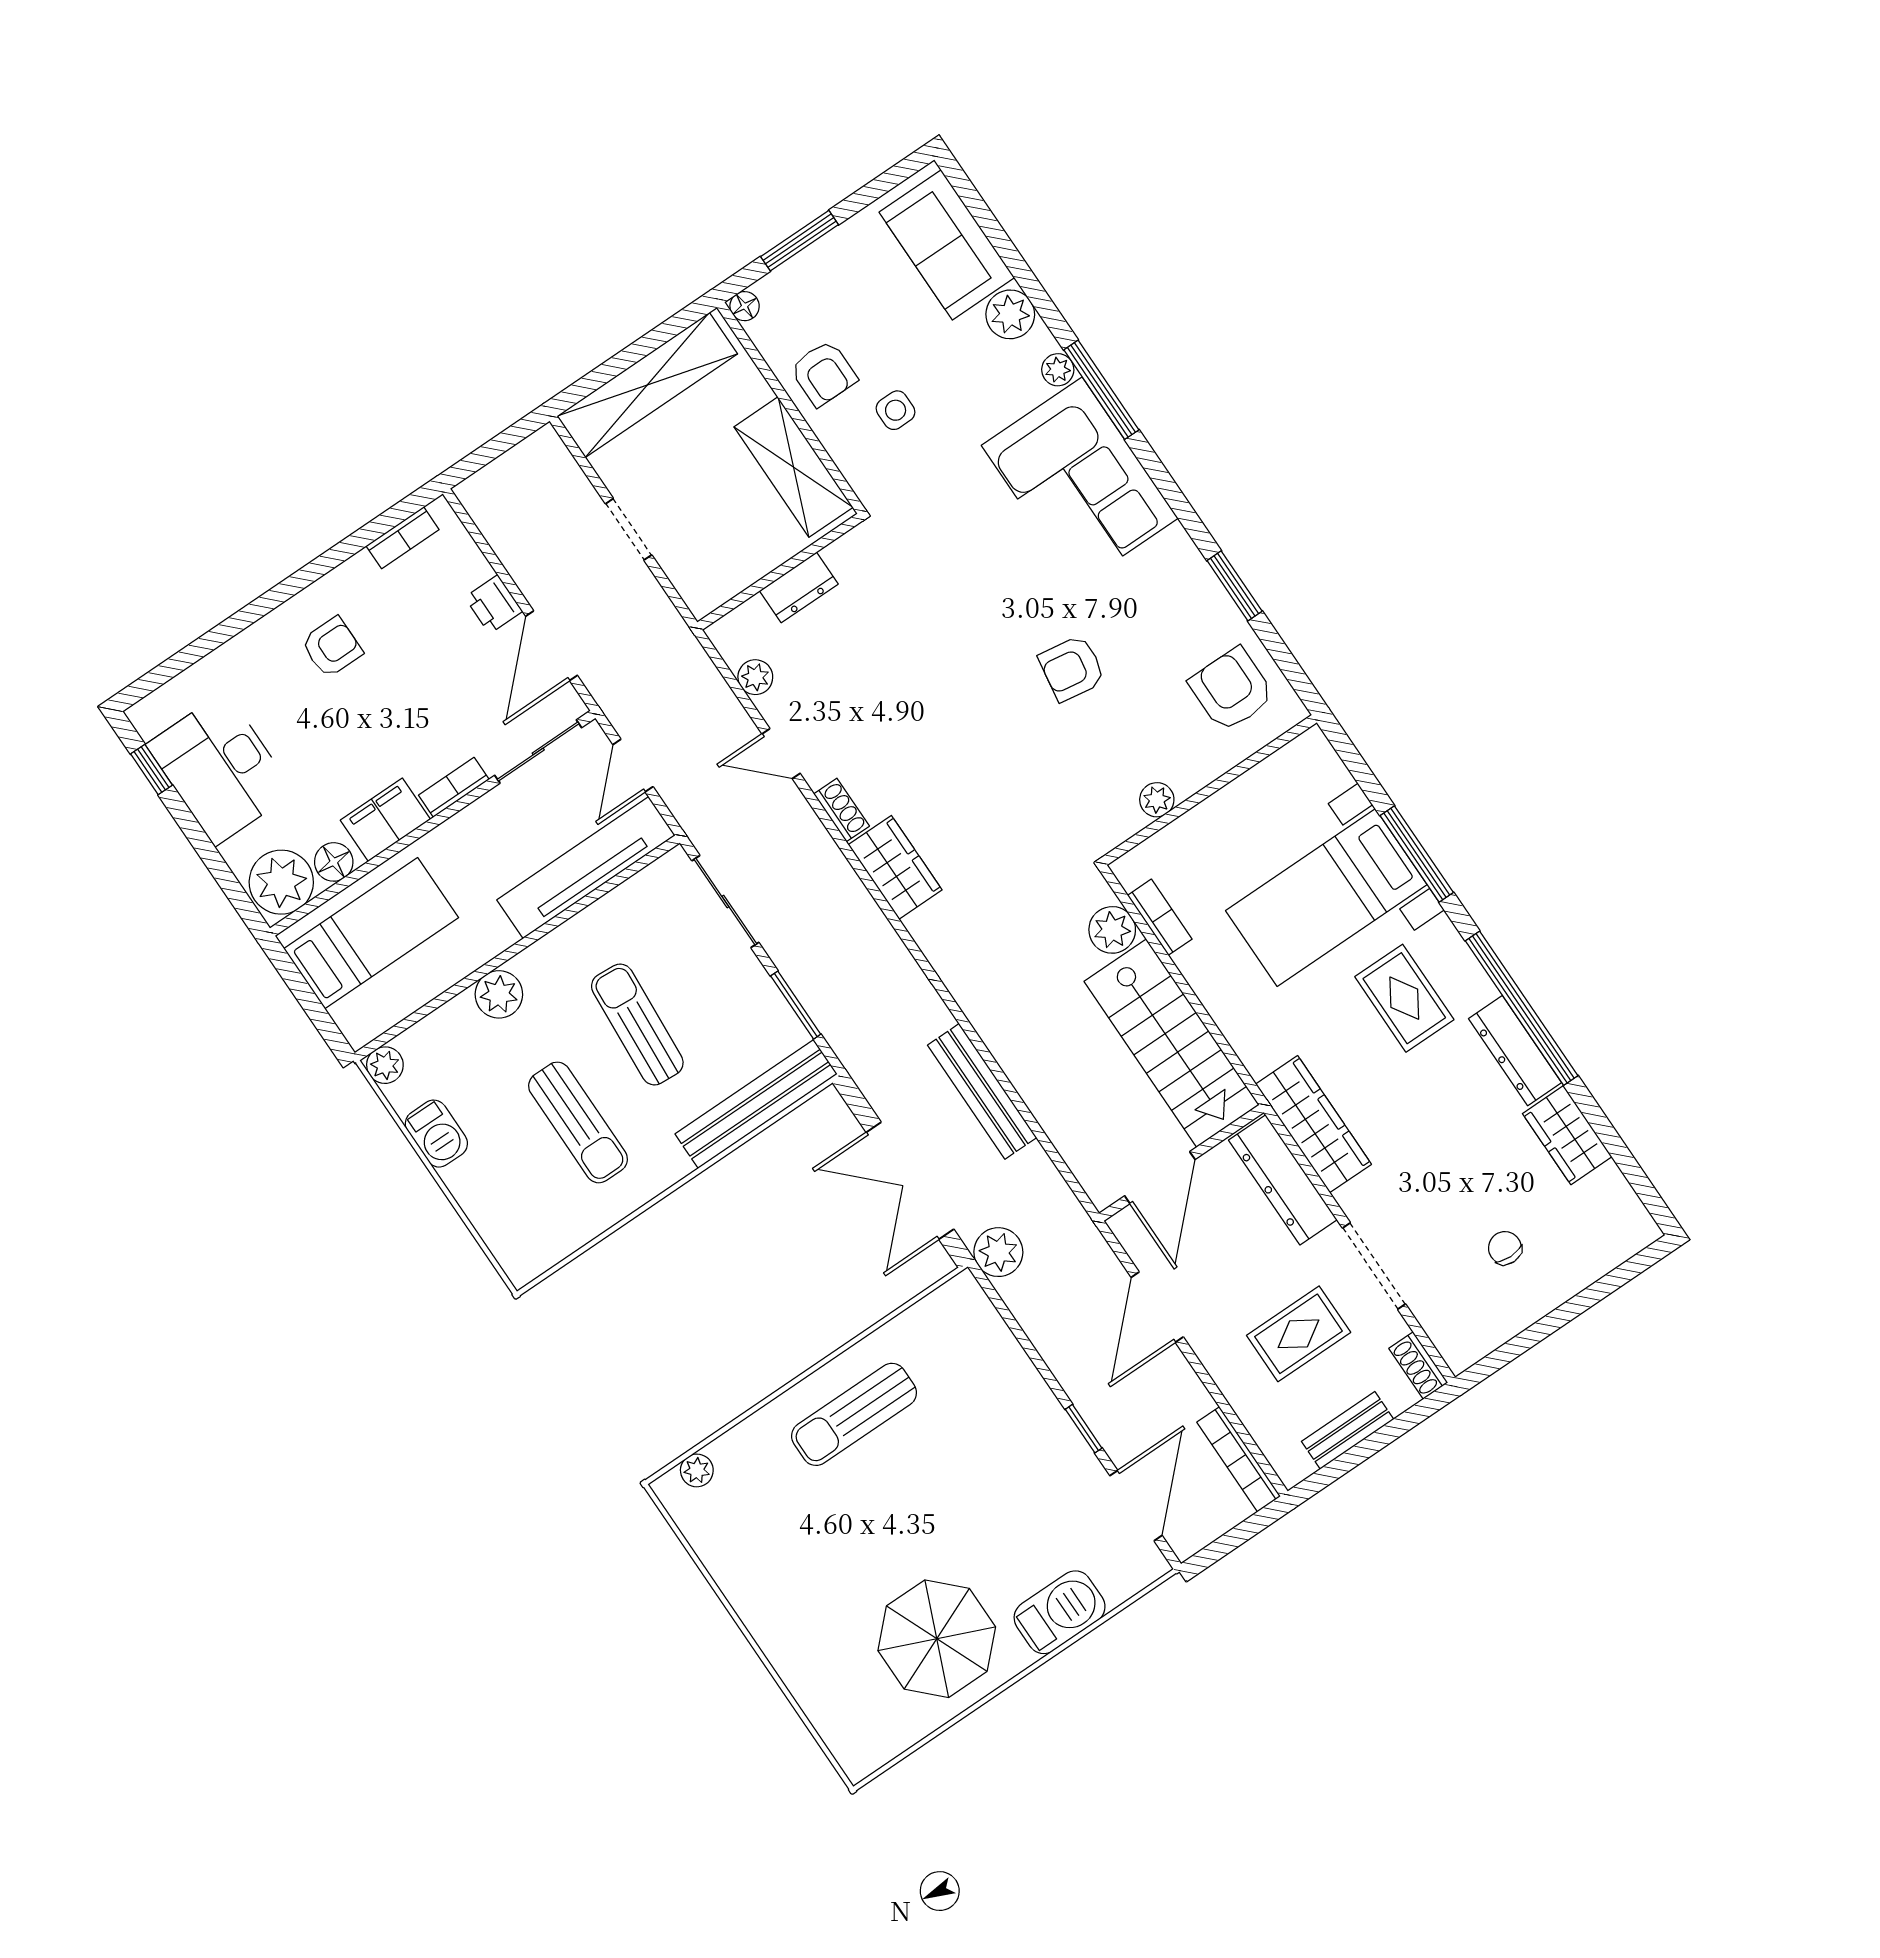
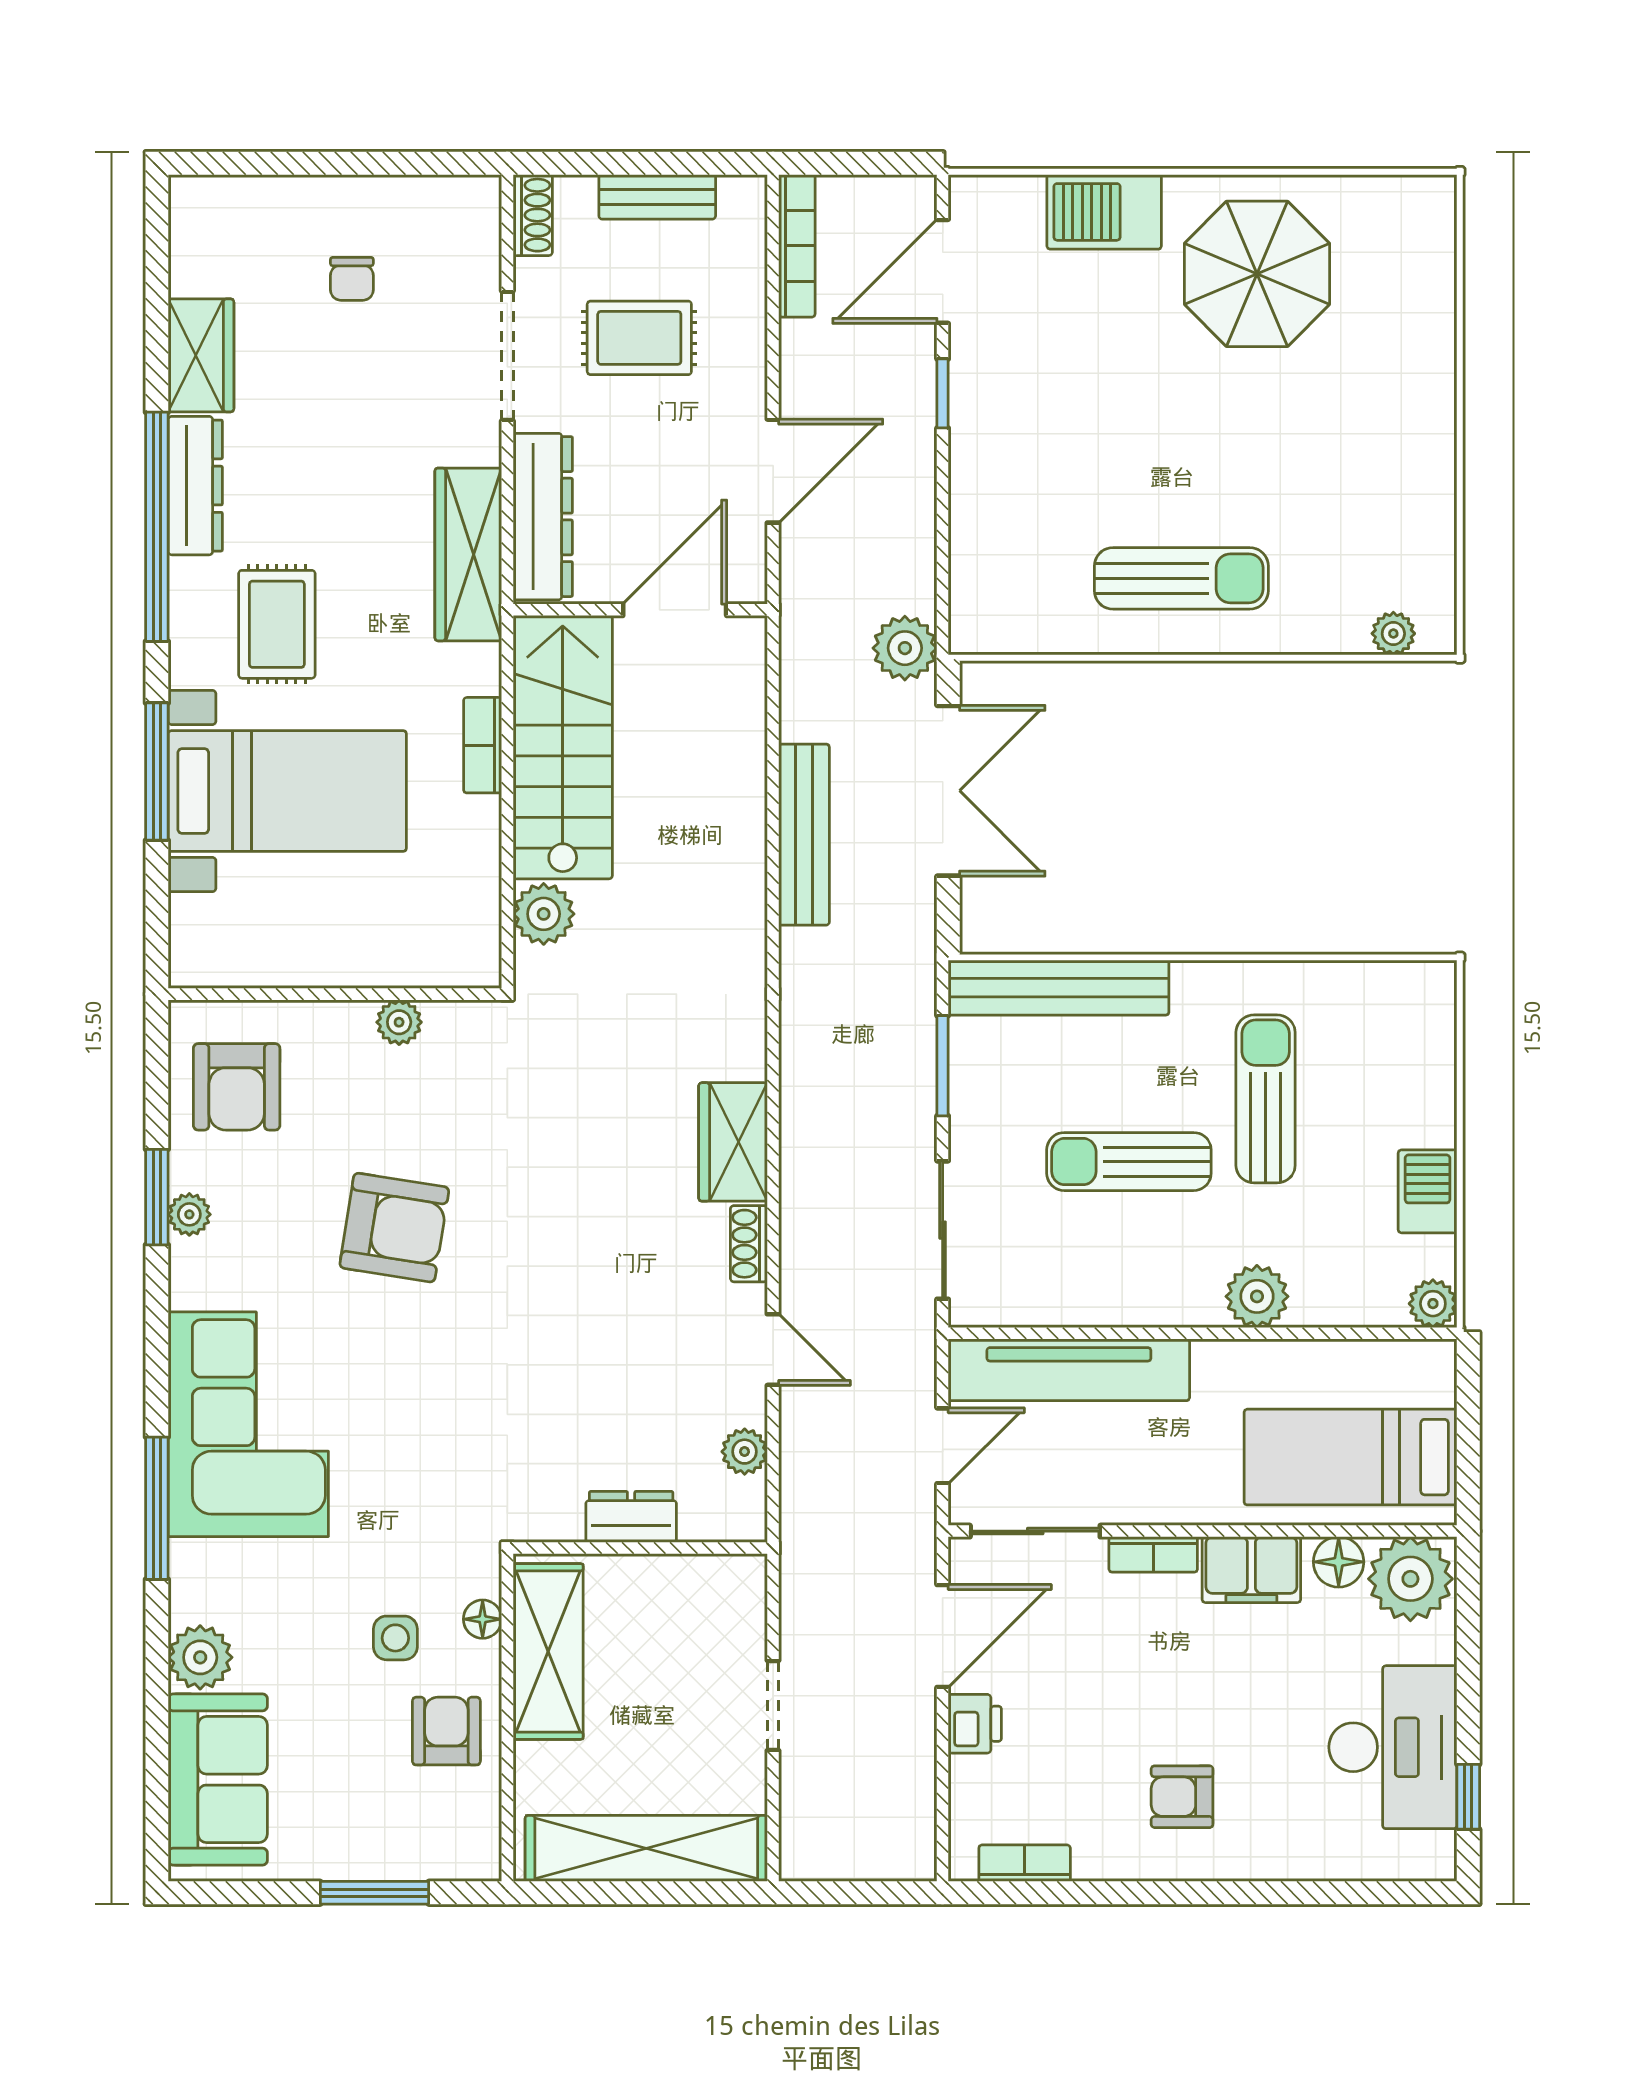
floor lamp: (745, 306) -> (483, 1619), moved
plant: (1058, 370) -> (189, 1214), moved
armchair: (1072, 668) -> (394, 1228), width x1.38, depth x1.38
bookcase: (1160, 917) -> (483, 745), moved
sun lounger: (637, 1025) -> (1129, 1162), turned 86

